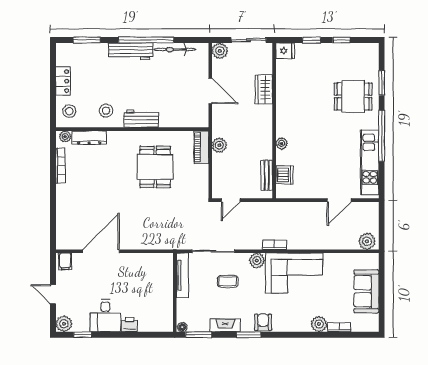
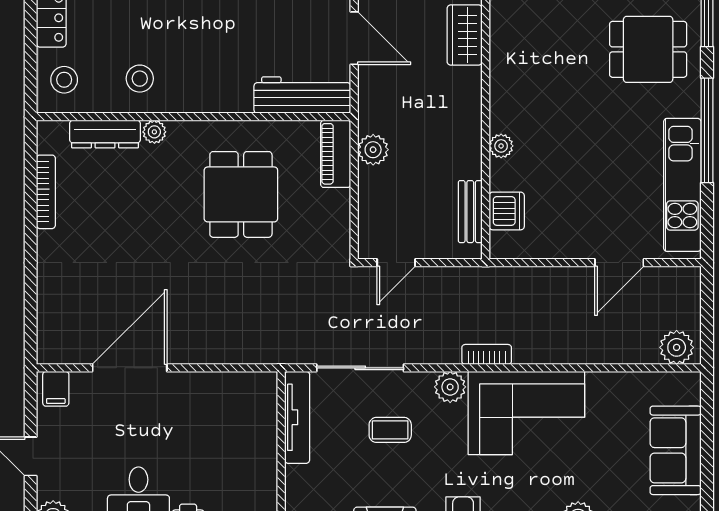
workbench: (141, 119) -> (302, 95), moved, width x1.38
plant: (65, 137) -> (154, 132), moved

